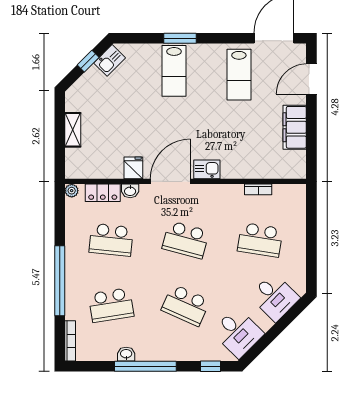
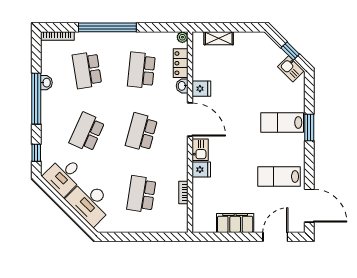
door: (311, 79) -> (275, 237), hinge flipped
shelving: (73, 130) -> (219, 38), moved
fridge: (230, 168) -> (201, 169), added
desk: (275, 297) -> (90, 202), width x1.37

